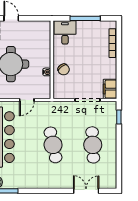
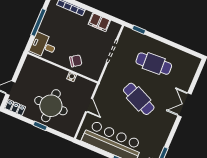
filing cabinet: (110, 89) -> (99, 22), moved
cafe table: (53, 145) -> (139, 99), turned 36
double door: (86, 191) -> (184, 105), moved

